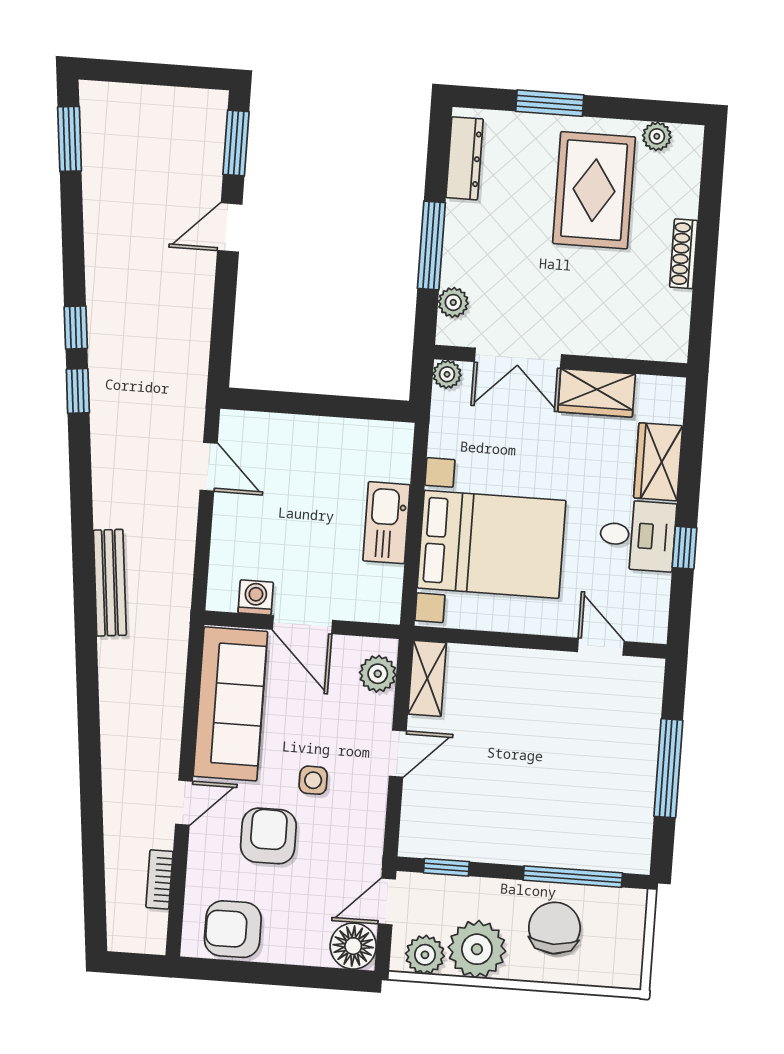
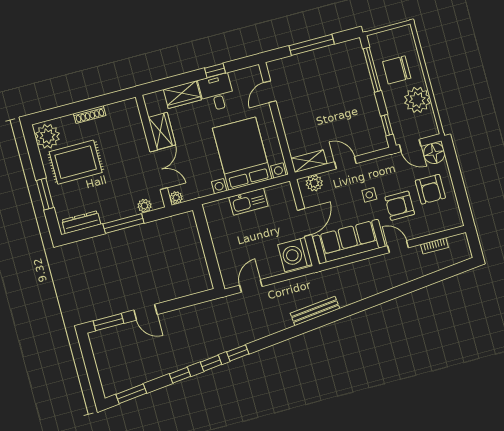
plant: (657, 136) -> (47, 136), width x1.88, depth x1.88
window: (73, 254) -> (180, 375), added
washing machine: (256, 598) -> (295, 255), width x1.89, depth x1.89
armchair: (233, 929) -> (430, 189), moved
plant: (425, 955) -> (427, 121), removed

